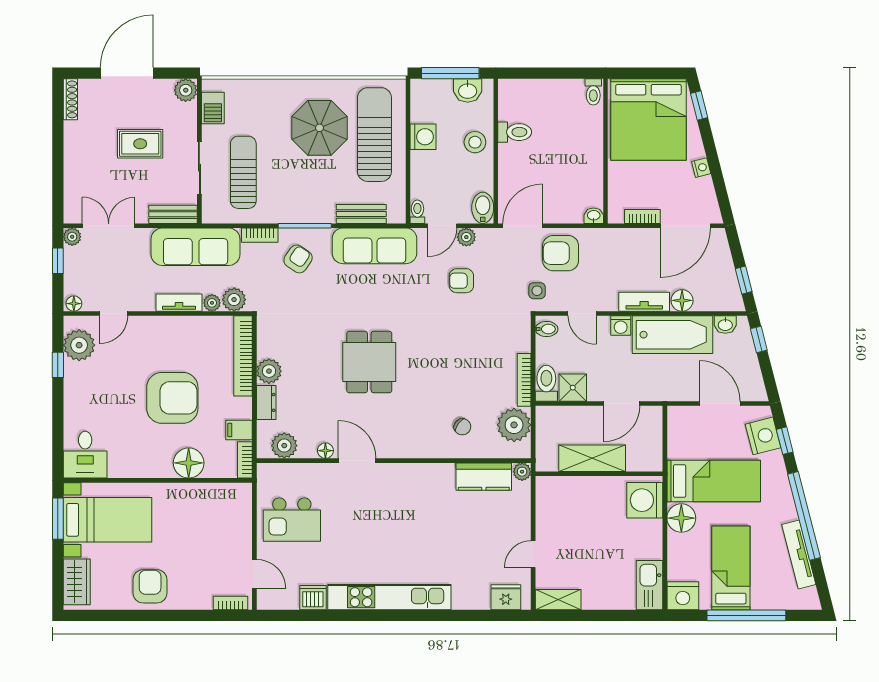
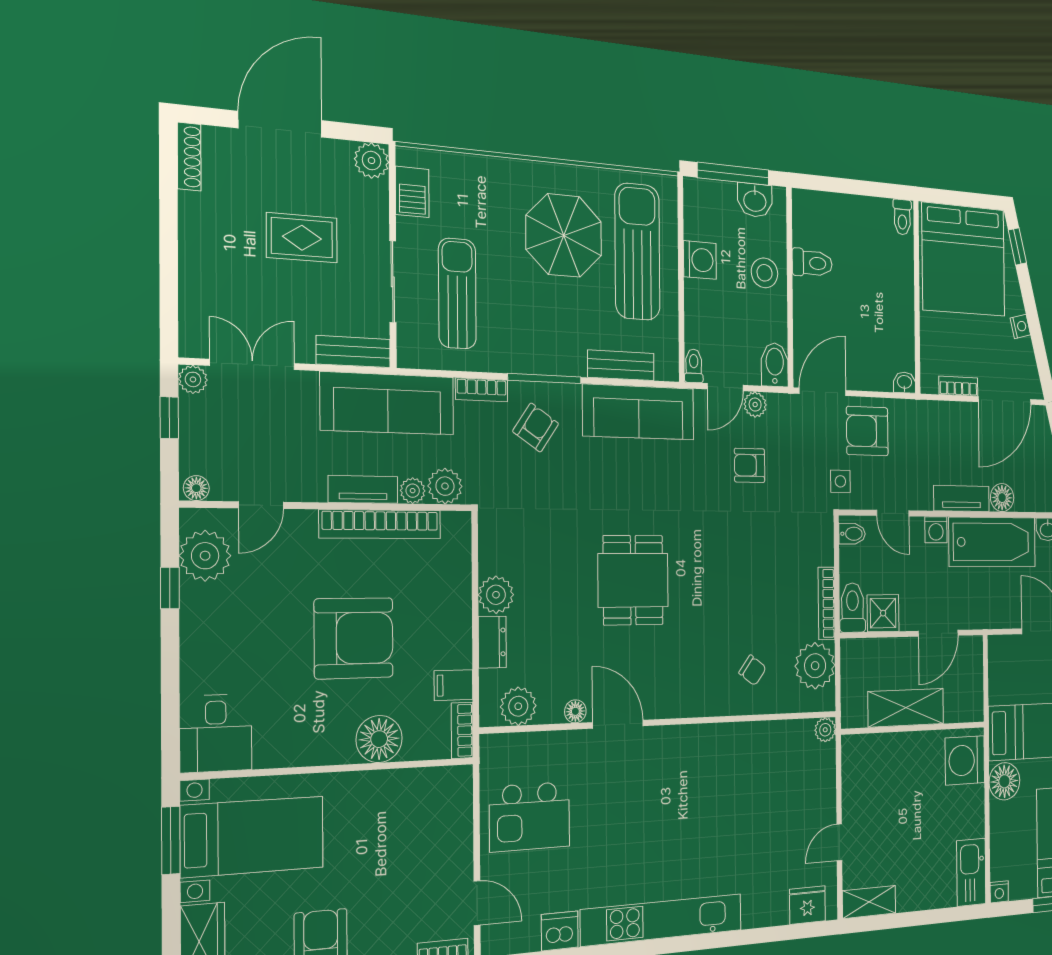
bookcase: (243, 356) -> (380, 524), moved, turned -90
kitchen counter: (484, 477) -> (779, 739), removed
nightstand: (683, 596) -> (999, 892), width x0.53, depth x0.56

